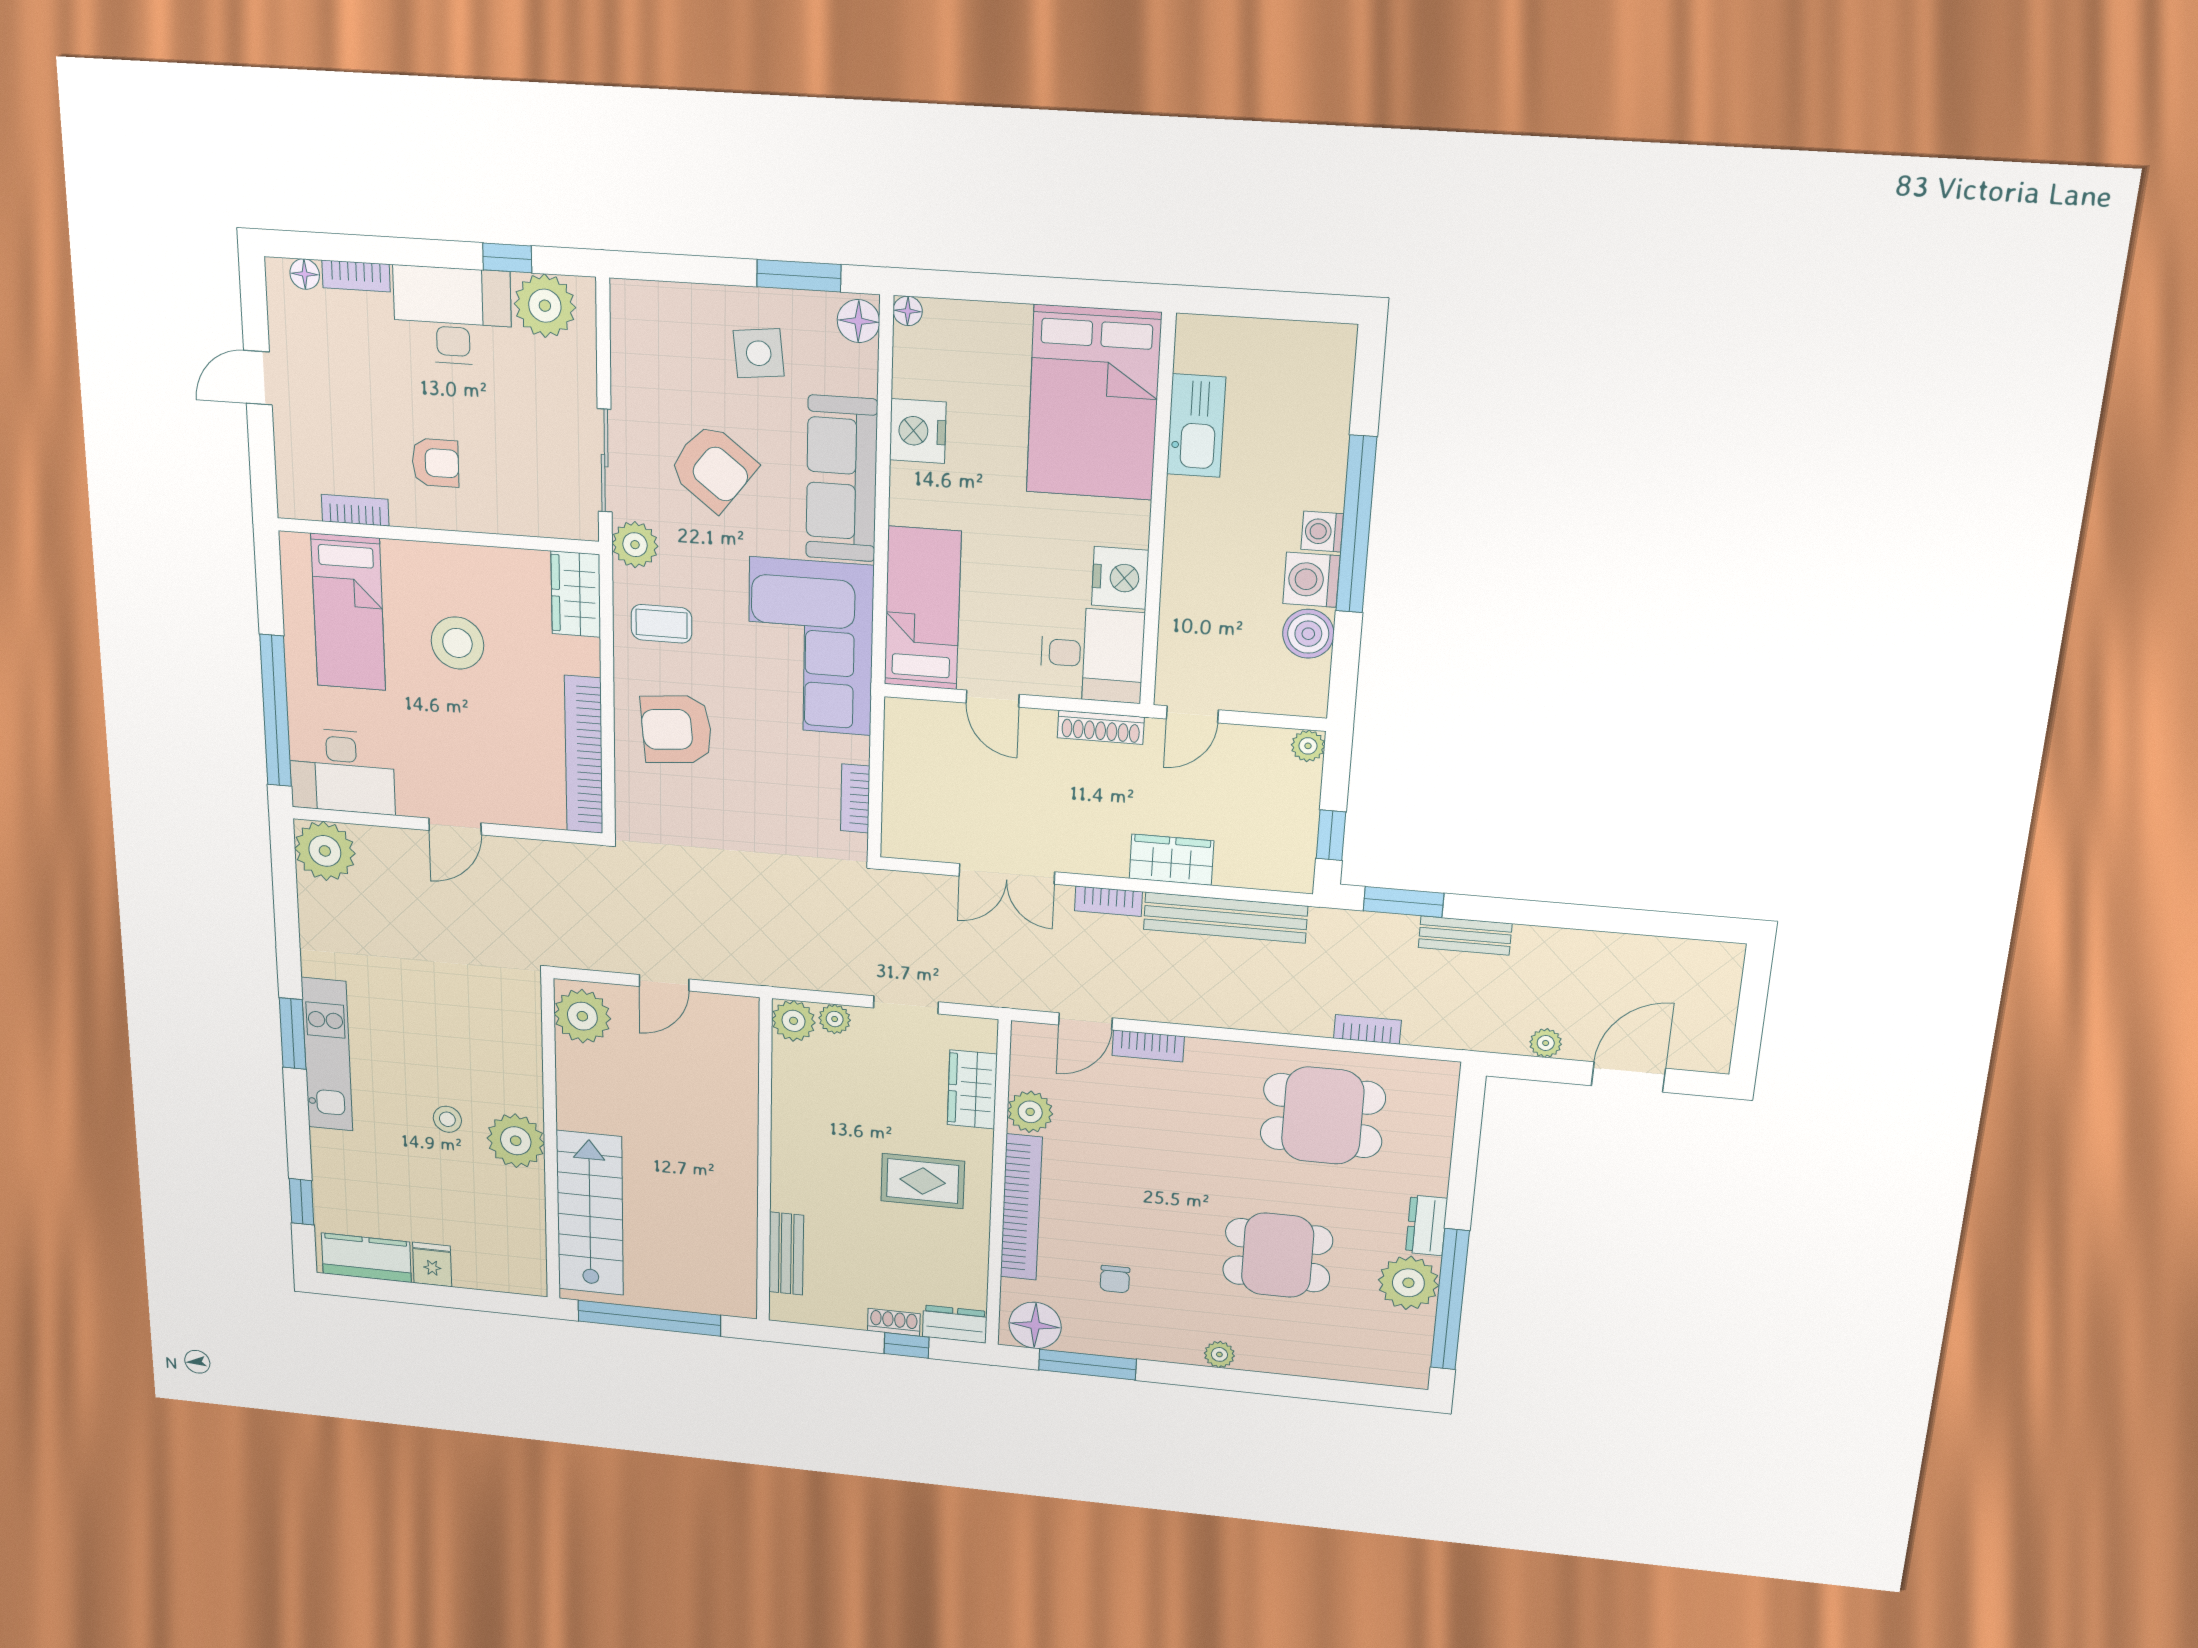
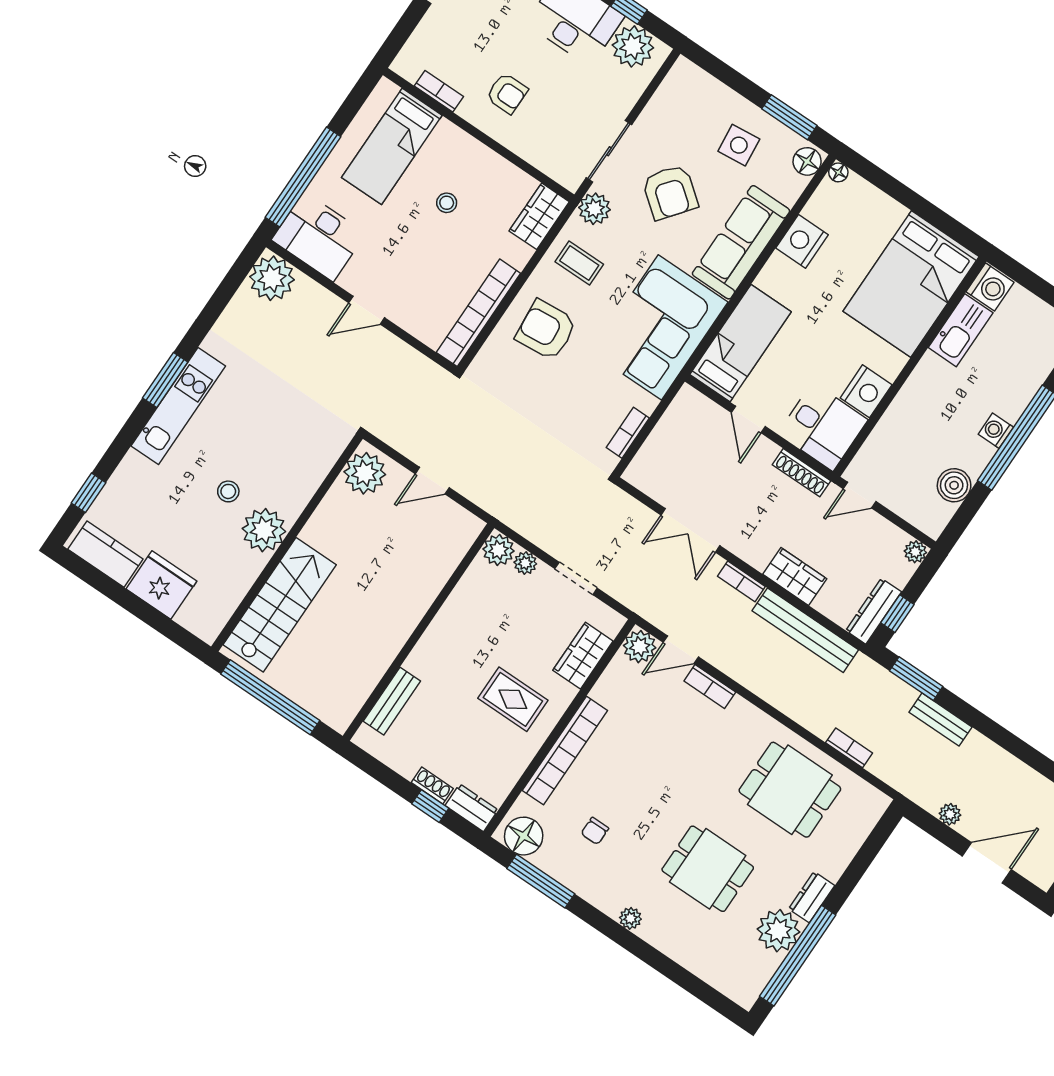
washing machine: (1311, 580) -> (990, 287), moved, turned 180
stool: (457, 643) -> (447, 203), width x0.53, depth x0.53
dresser: (1298, 849) -> (874, 611), added
plant: (1030, 1112) -> (640, 647), moved
fridge: (432, 1264) -> (161, 585), width x1.88, depth x1.34

